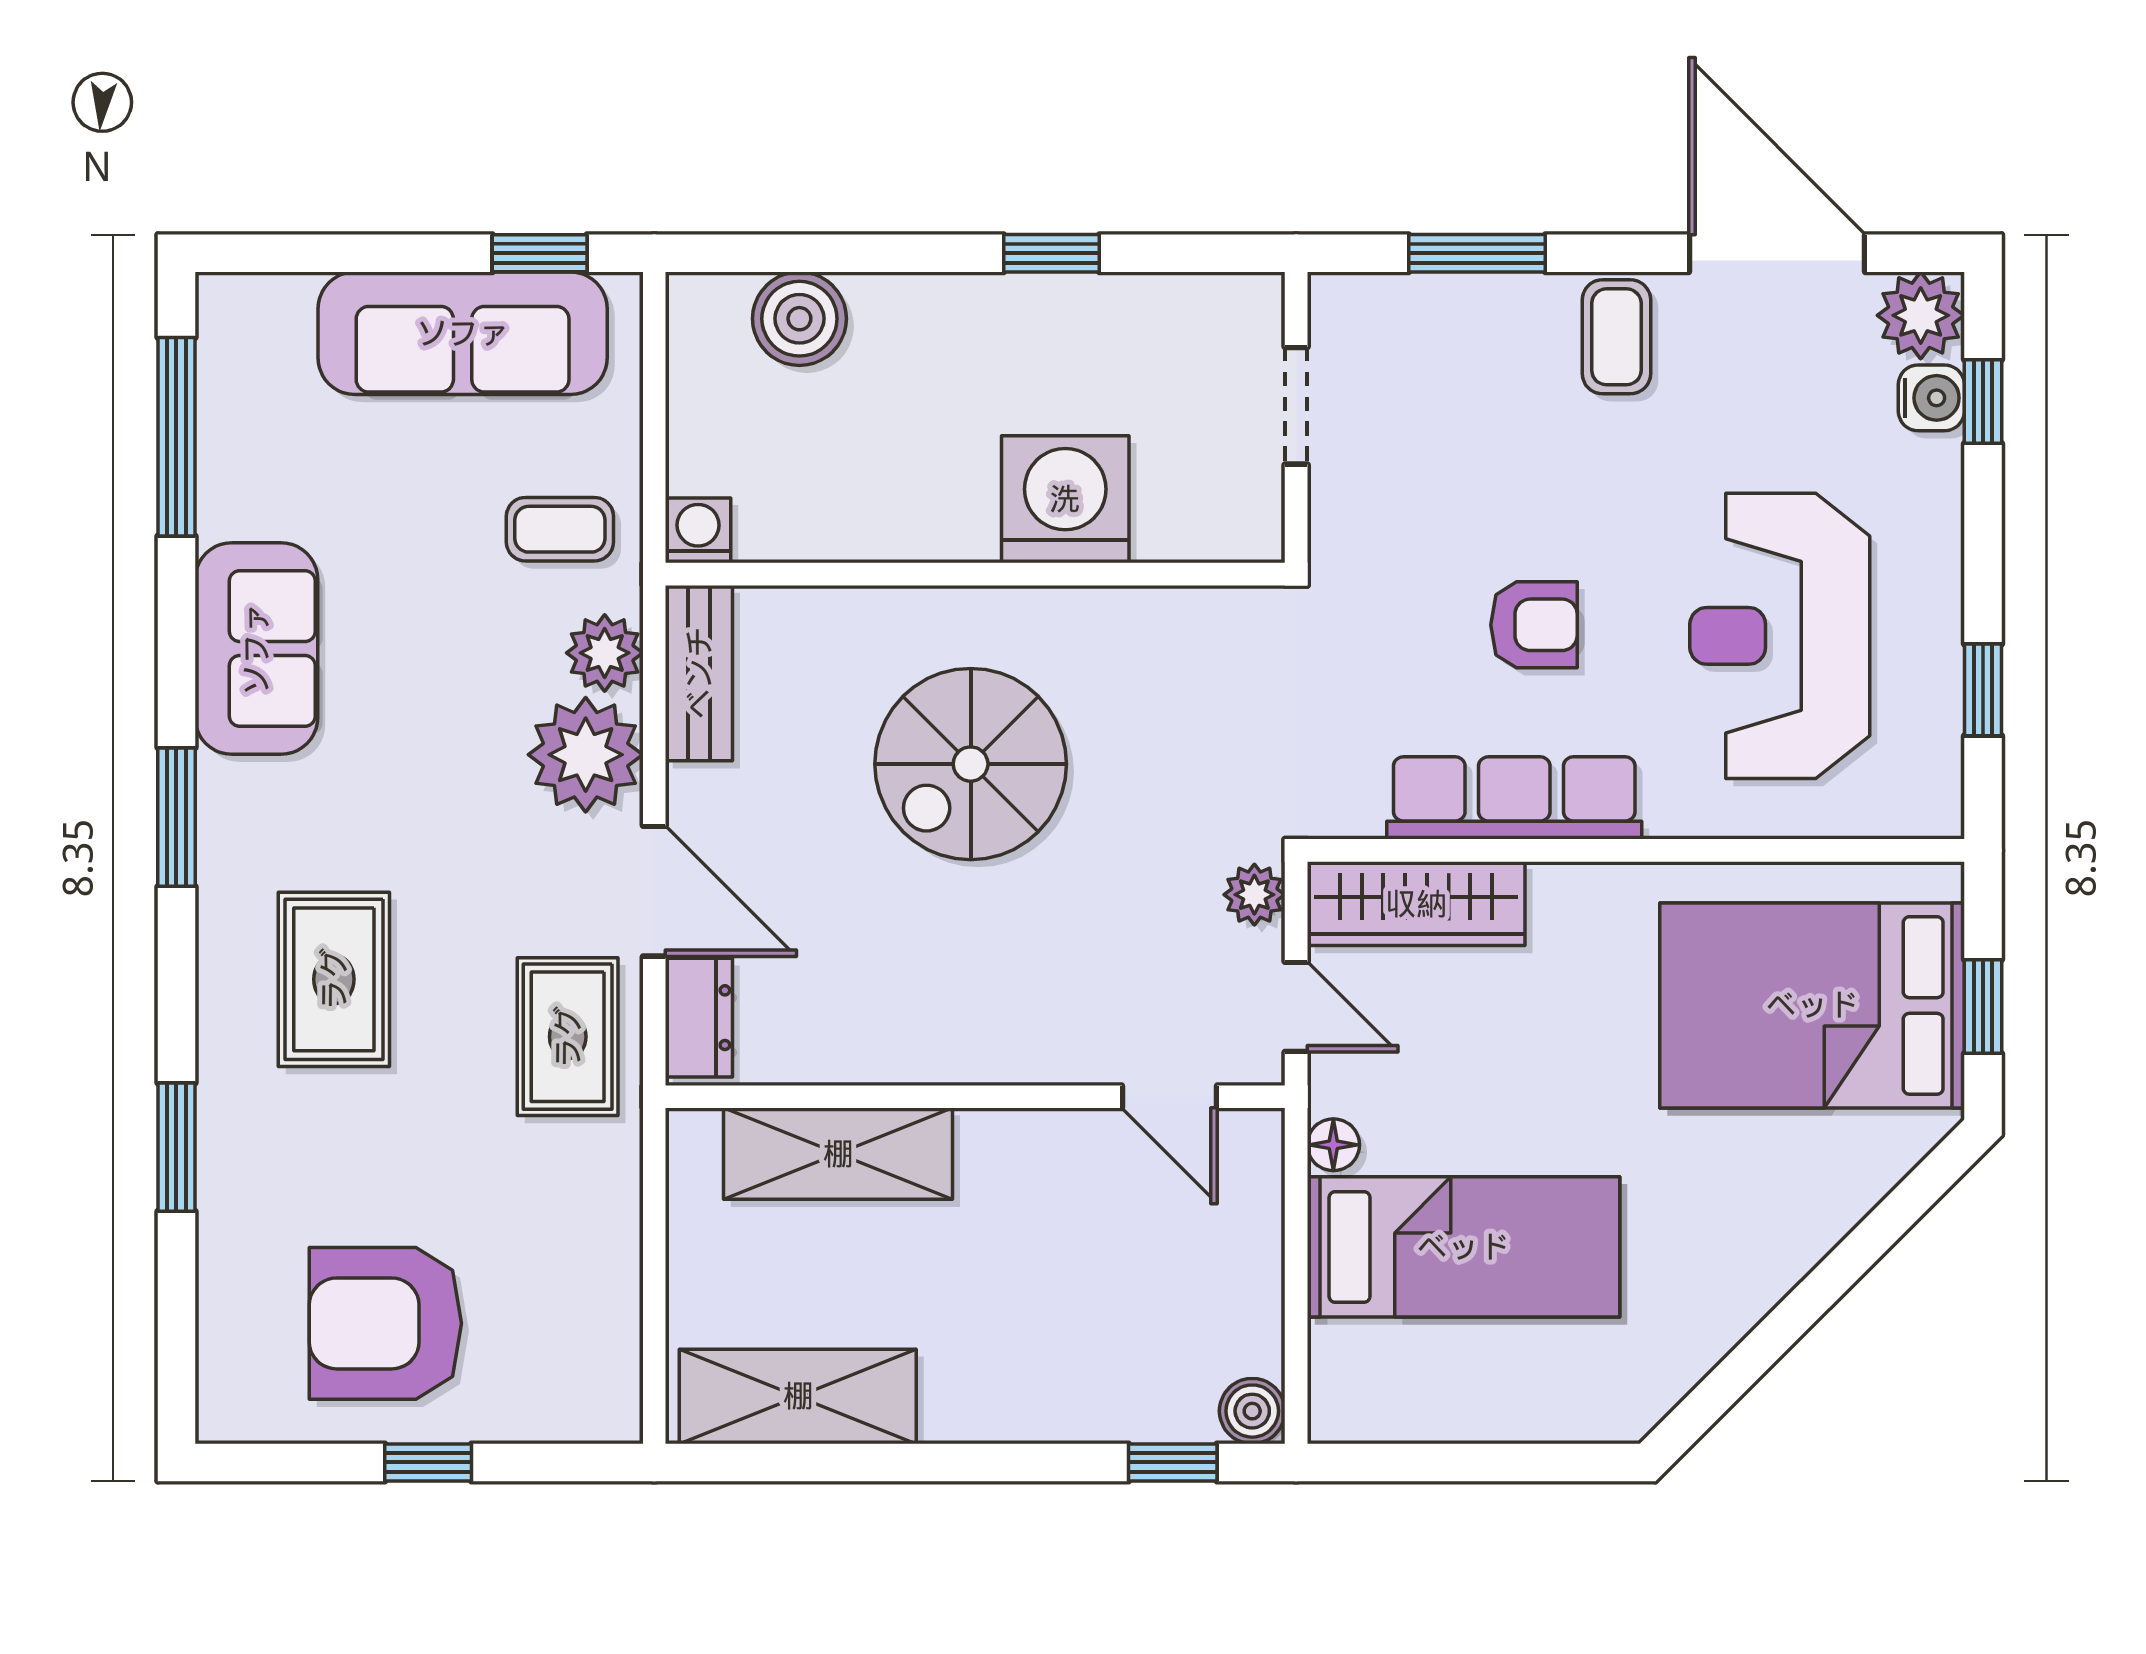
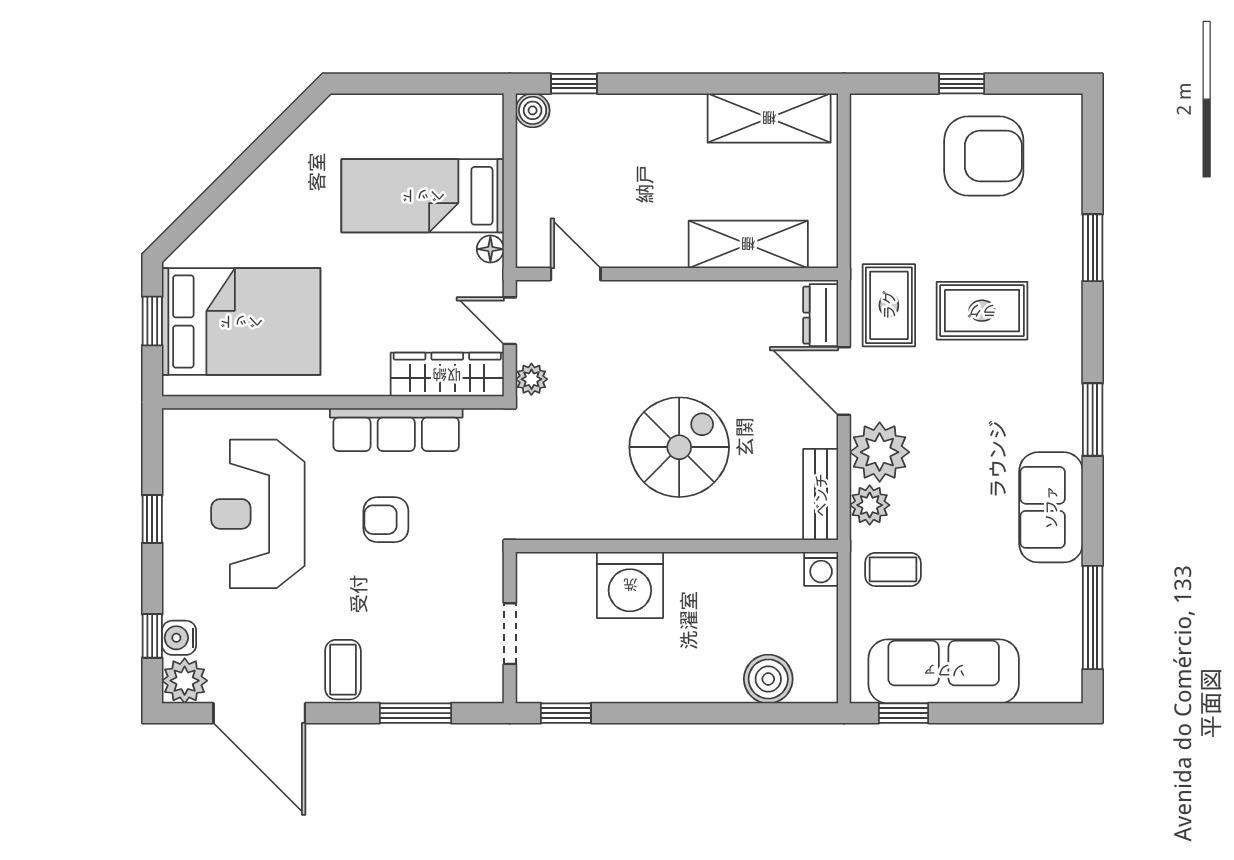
window: (1051, 253) -> (566, 713), moved
reception desk: (1780, 636) -> (258, 514), turned 180
window: (1983, 690) -> (152, 519), moved
rug: (334, 979) -> (982, 311), moved, turned 90

